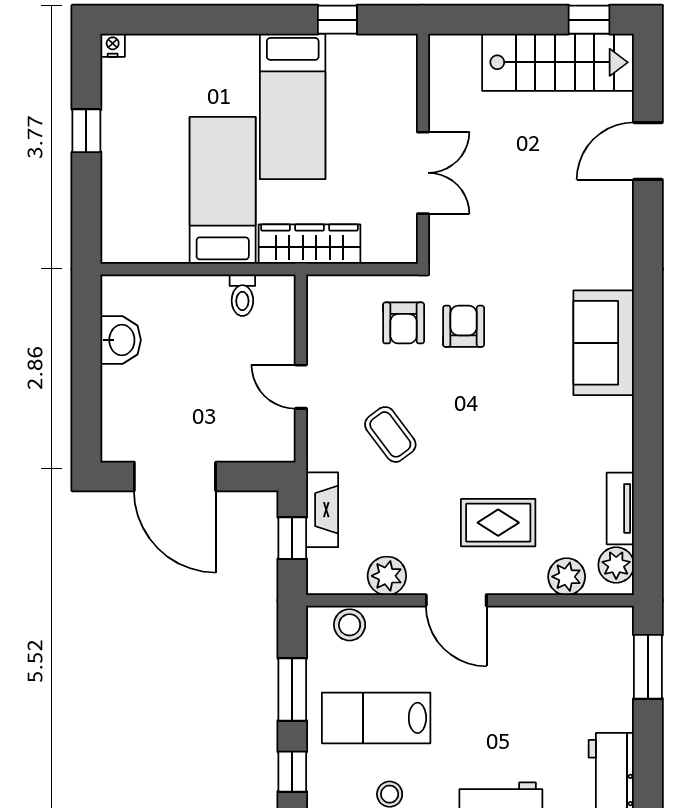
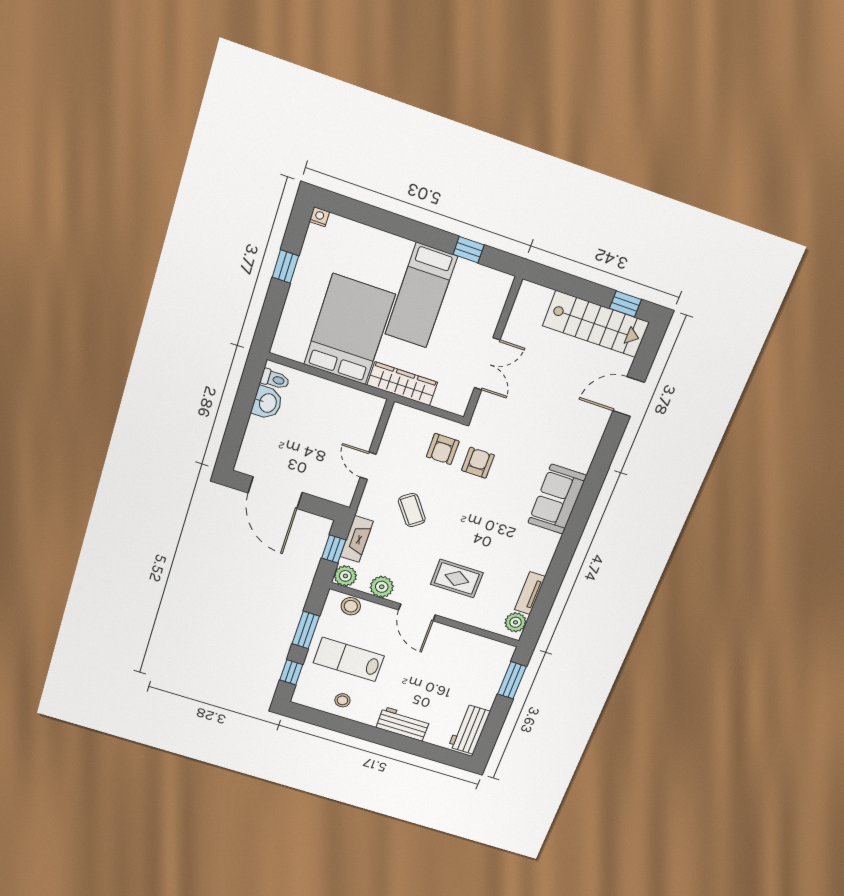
bed: (223, 190) -> (349, 330), width x1.50
toilet: (242, 295) -> (275, 379), moved, turned -90
plant: (567, 577) -> (345, 576), moved

